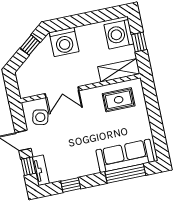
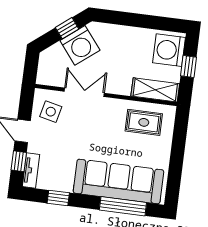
washing machine: (64, 42) -> (80, 45), moved, turned -38
double door: (62, 92) -> (84, 92), swing flipped
sofa: (125, 156) -> (118, 181), width x1.36, depth x1.27

